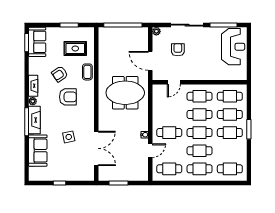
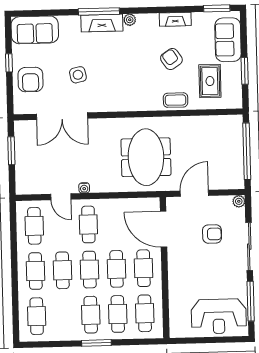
sofa: (37, 42) -> (228, 40), moved, turned 90
door: (174, 82) -> (164, 229), width x1.88
fireplace: (33, 86) -> (175, 19), moved
armchair: (68, 97) -> (30, 80), moved
sofa: (38, 151) -> (35, 30), moved

